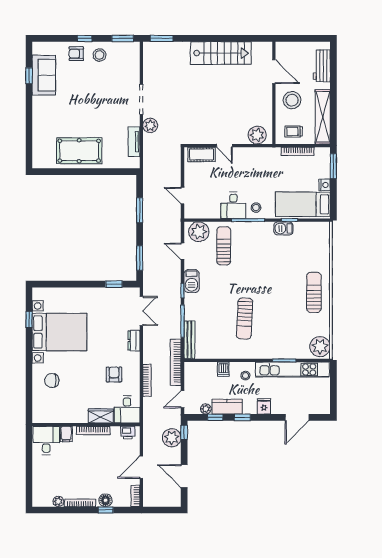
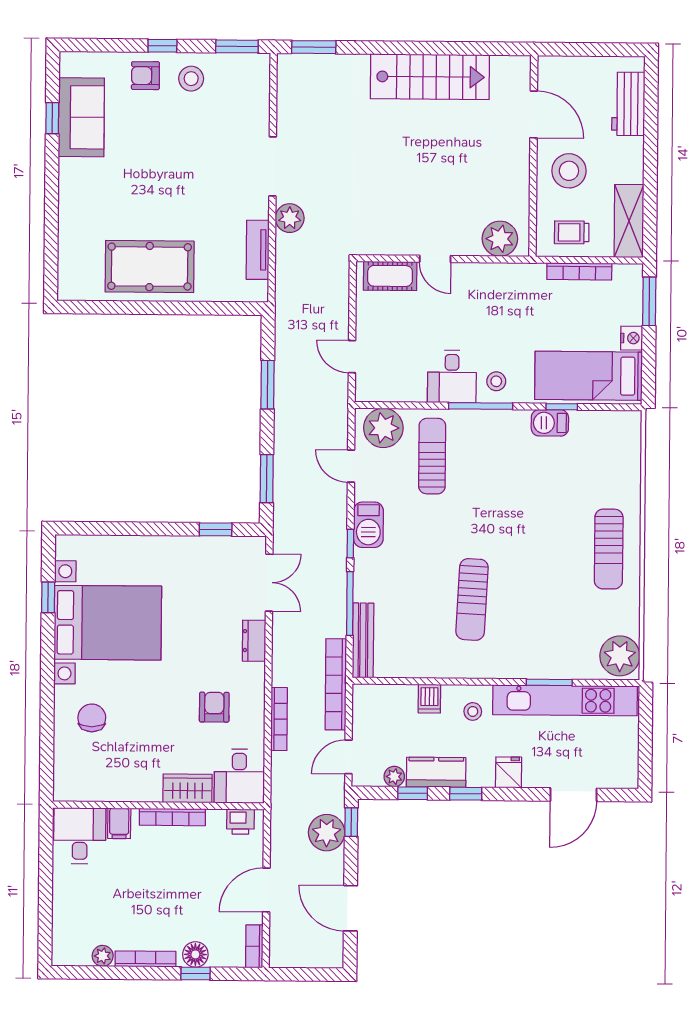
shelving: (323, 117) -> (629, 221), width x0.68
sun lounger: (314, 292) -> (609, 549), turned 180
chair: (52, 380) -> (92, 718), turned 90

